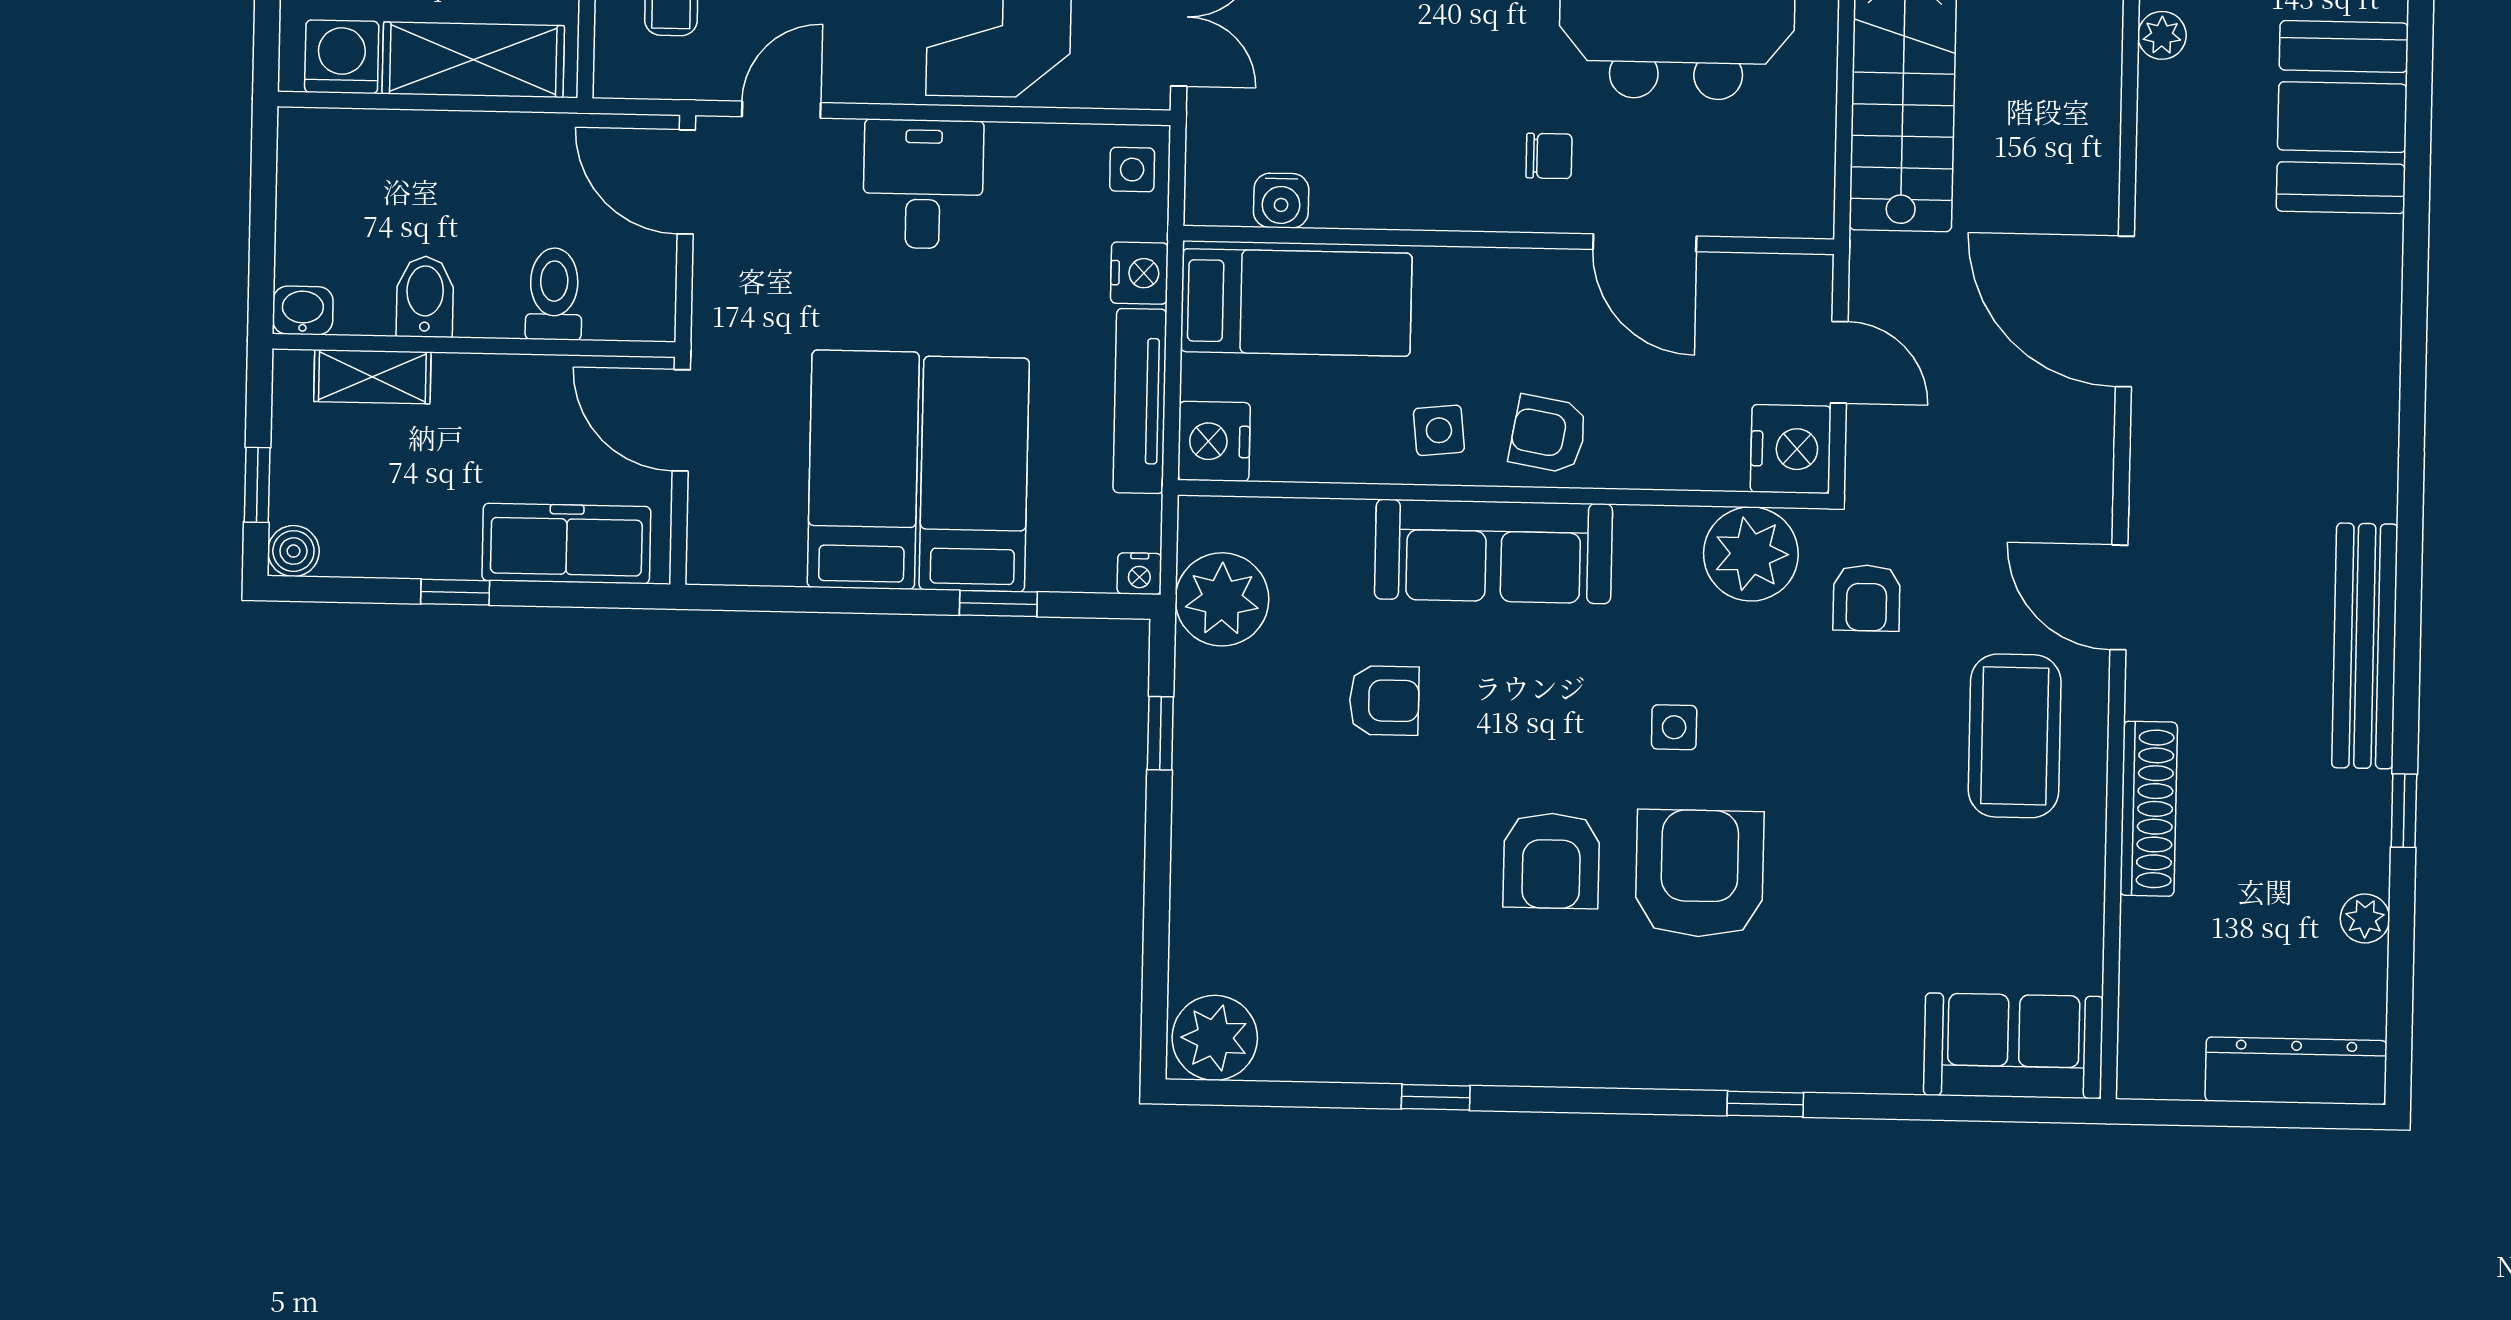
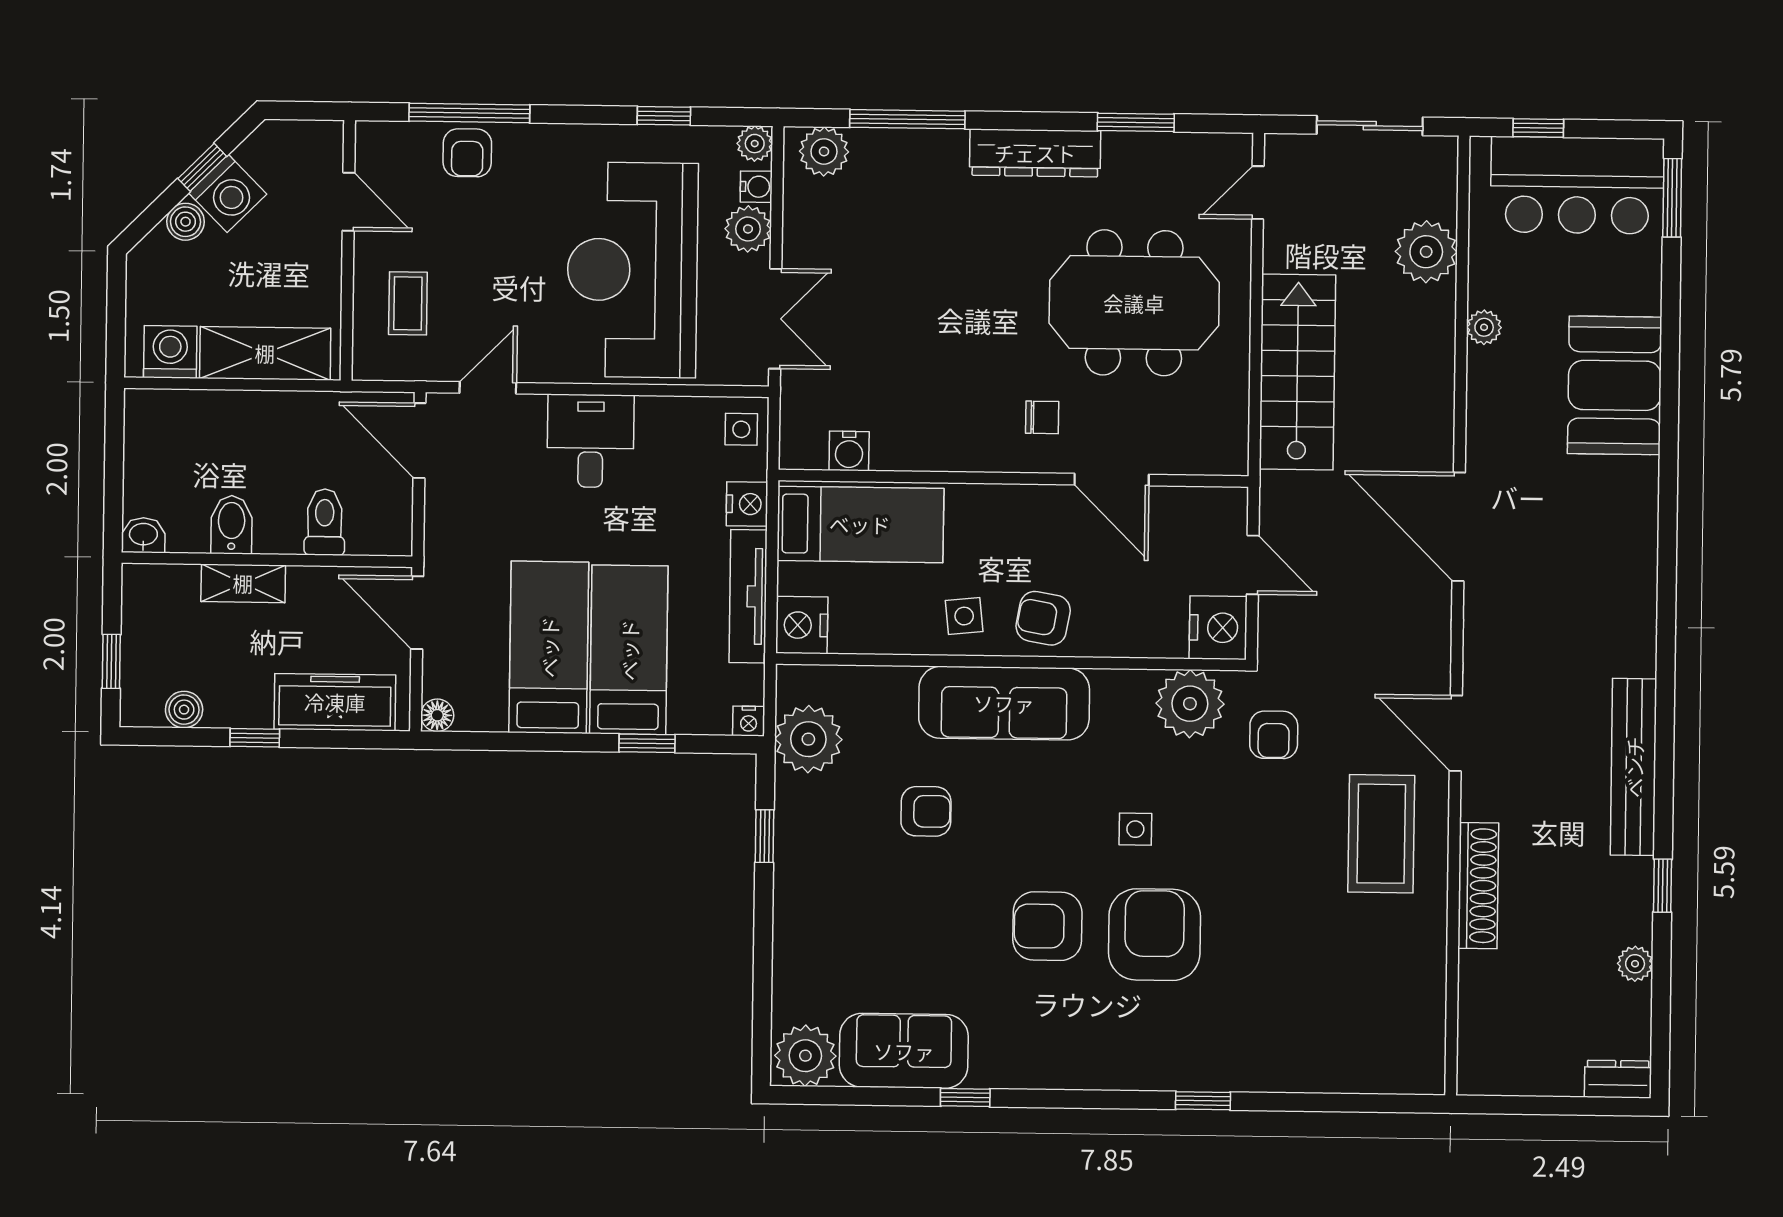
shelving: (372, 377) -> (243, 583), moved
boiler: (293, 551) -> (184, 710), moved
floor lamp: (708, 563) -> (437, 715), added
armchair: (1551, 861) -> (1047, 926), turned 90
sofa: (2013, 1046) -> (904, 1051), moved
dresser: (2296, 1071) -> (1618, 1079), width x0.51, depth x0.80

